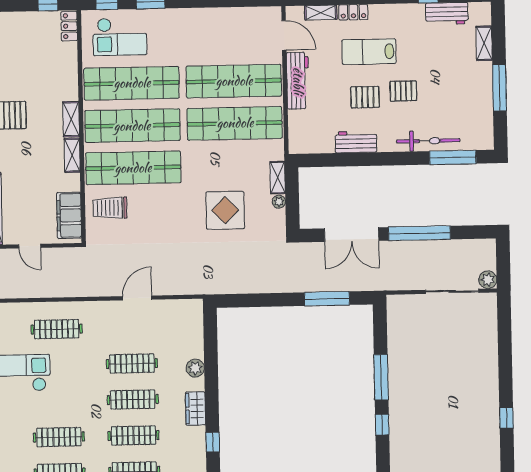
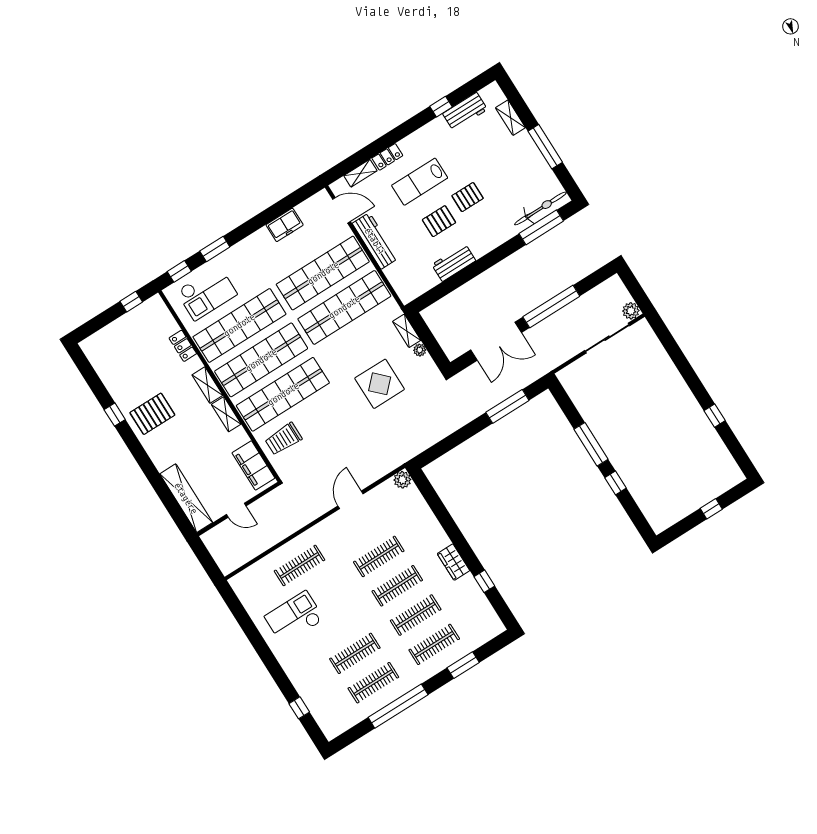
freezer: (225, 18) -> (285, 225), added
locker: (69, 26) -> (183, 346), moved
bicycle: (428, 141) -> (540, 208), moved
plant: (195, 368) -> (402, 480), moved

